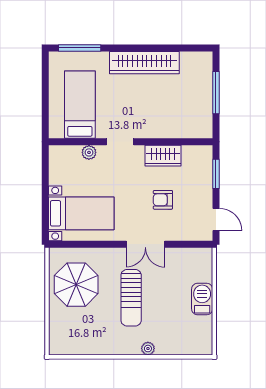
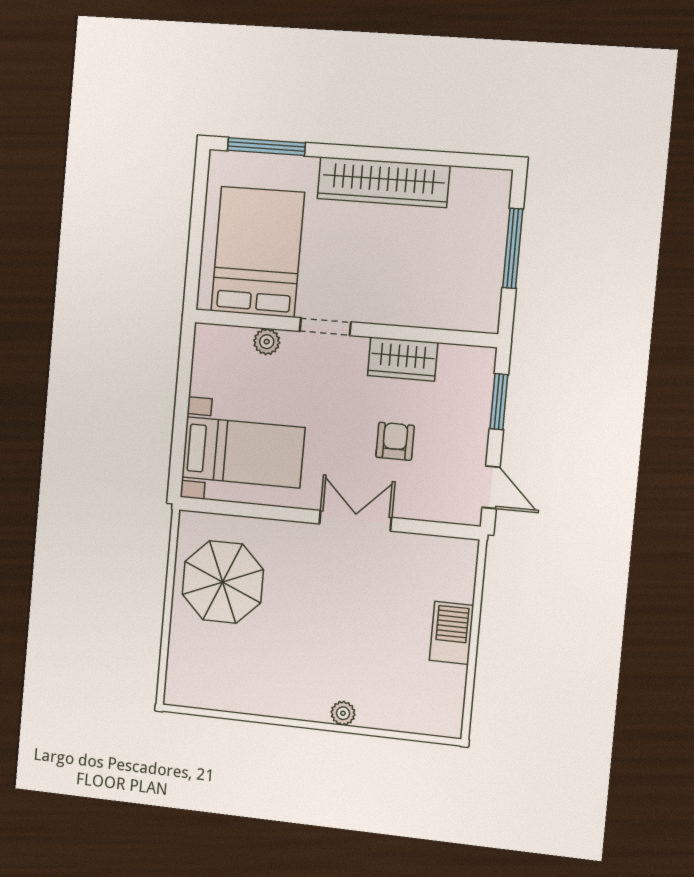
bed: (80, 105) -> (258, 252), width x1.50
armchair: (163, 200) -> (395, 441), turned 90
double door: (145, 244) -> (355, 521), swing flipped
sun lounger: (131, 298) -> (320, 617), removed

